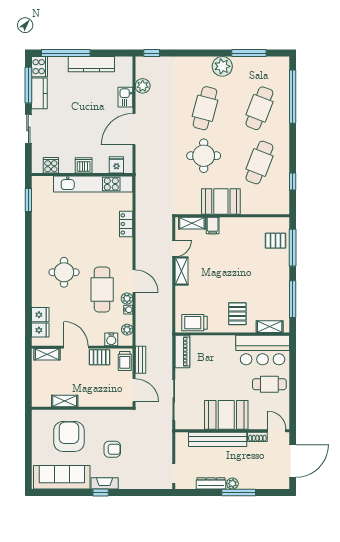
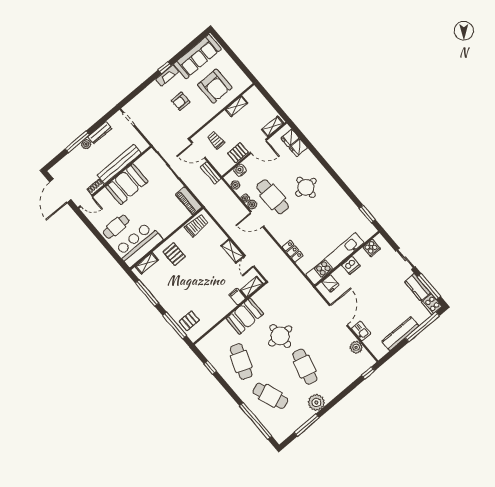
cafe table: (259, 108) -> (270, 396), turned -42
trolley: (125, 361) -> (216, 140), moved

